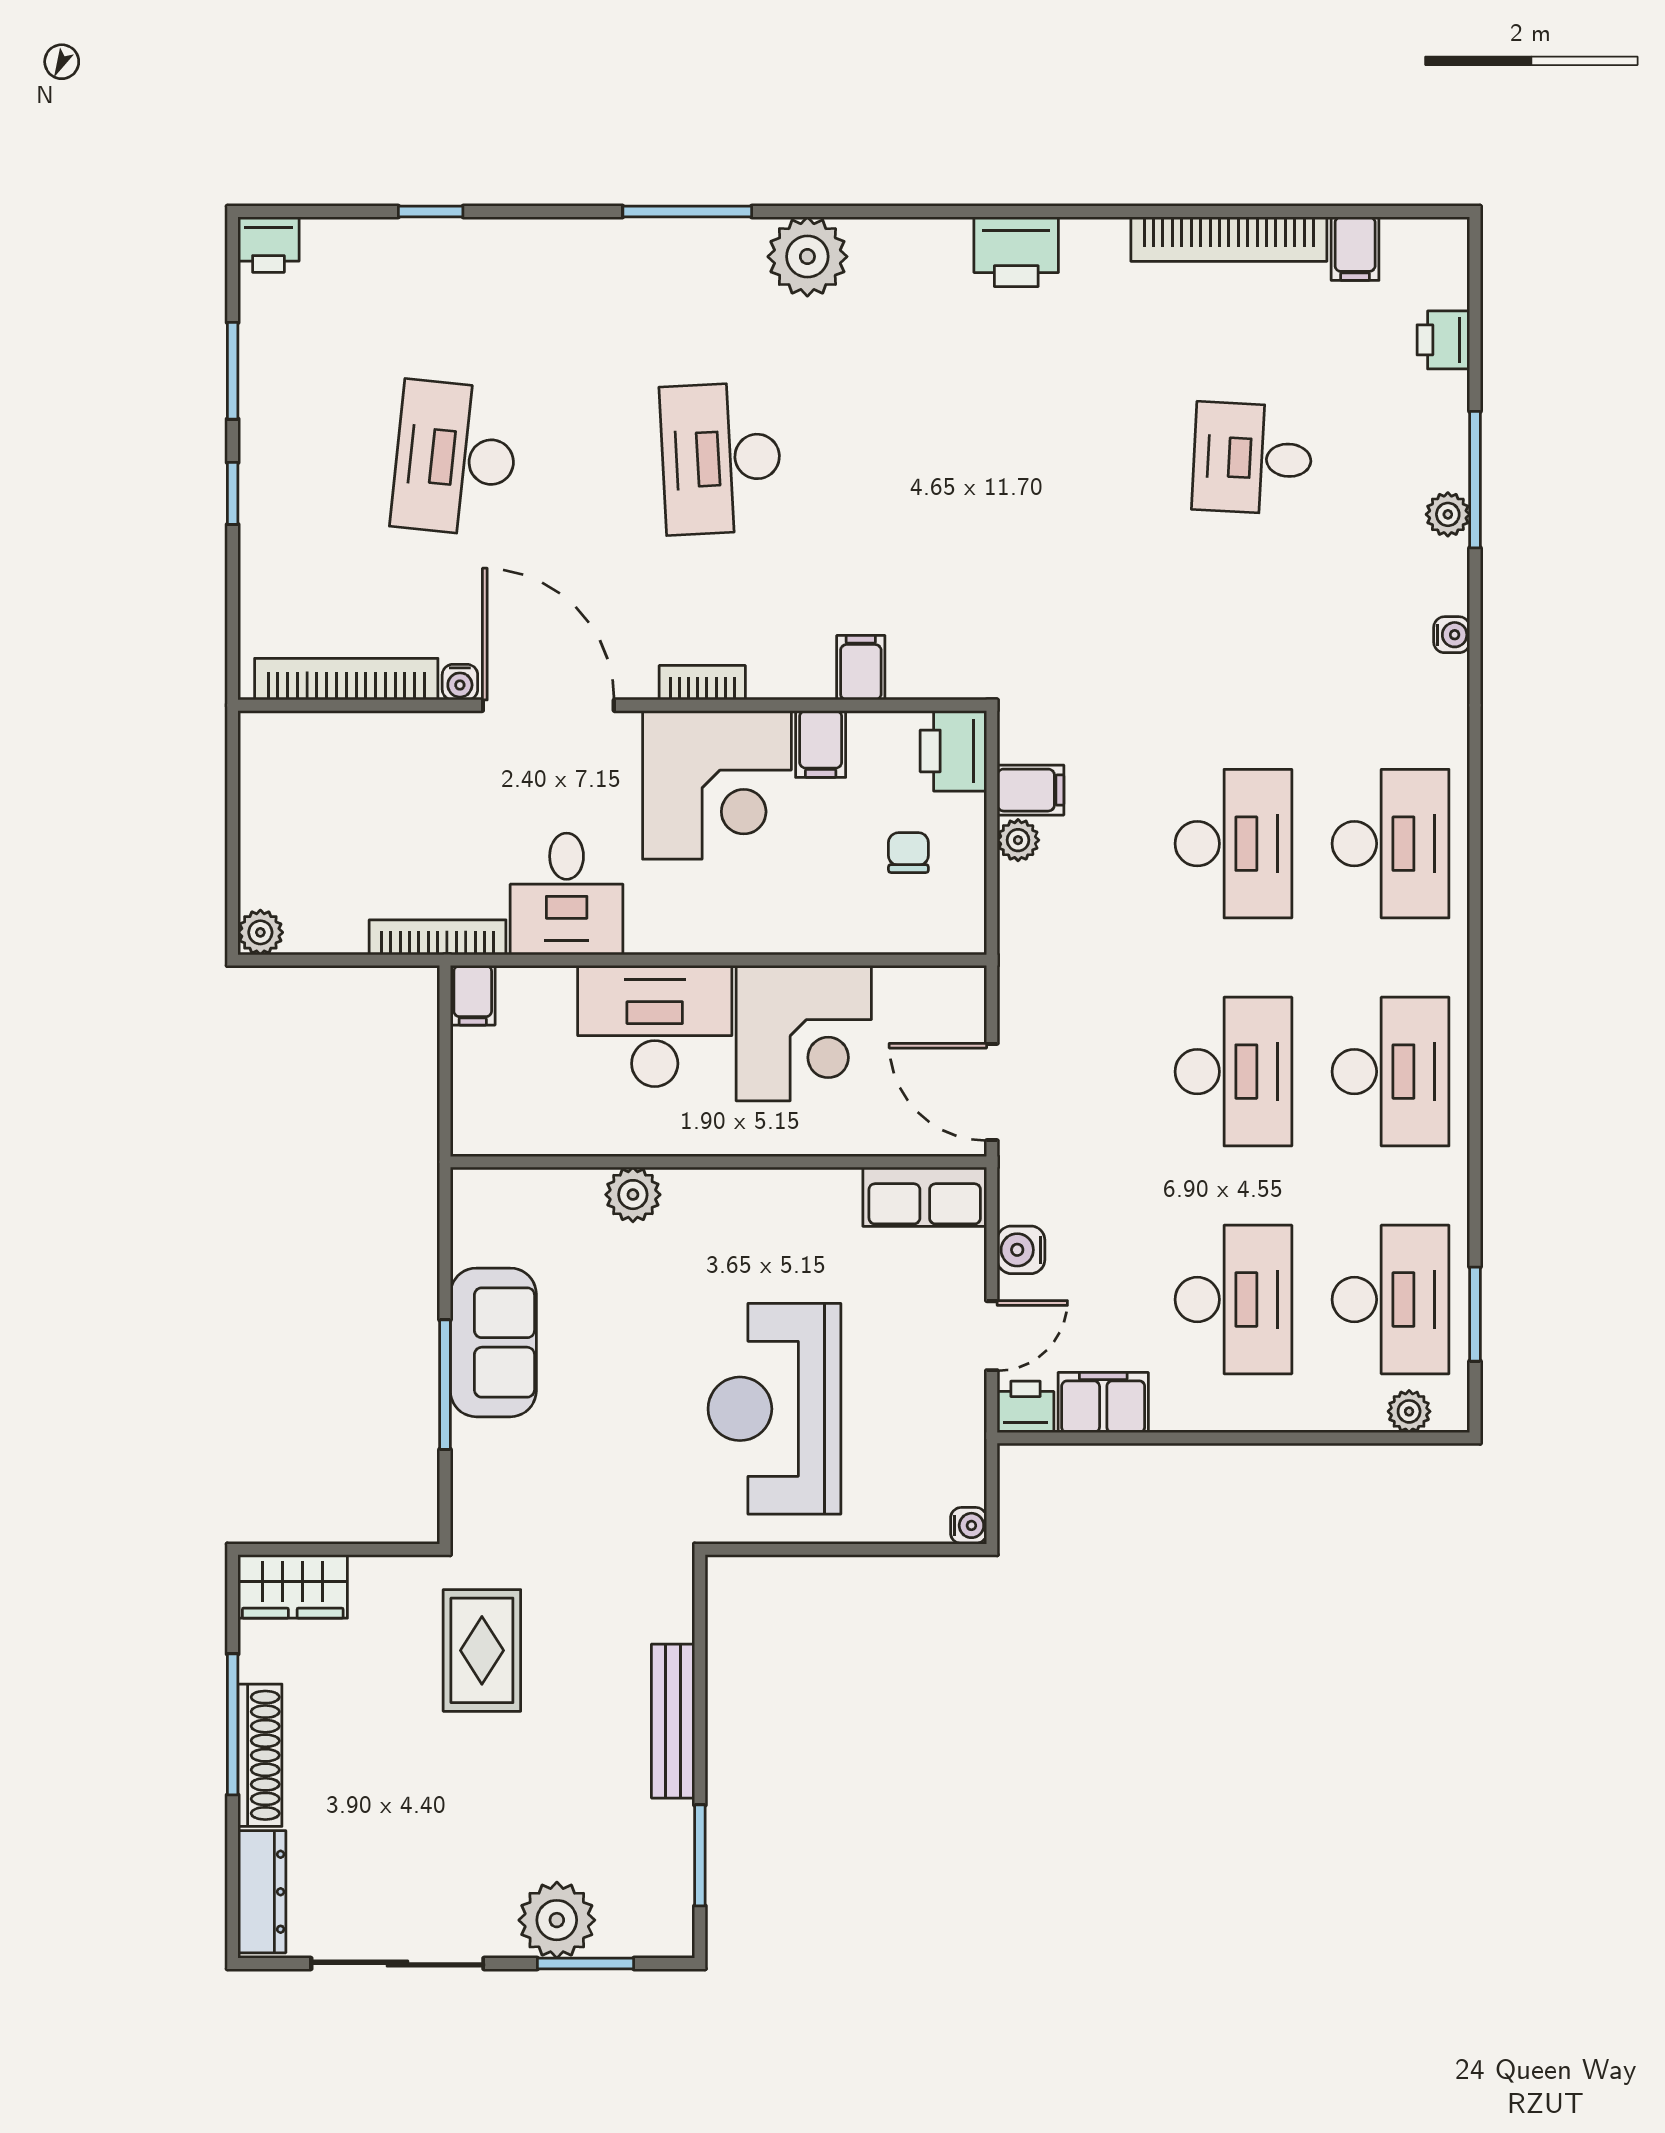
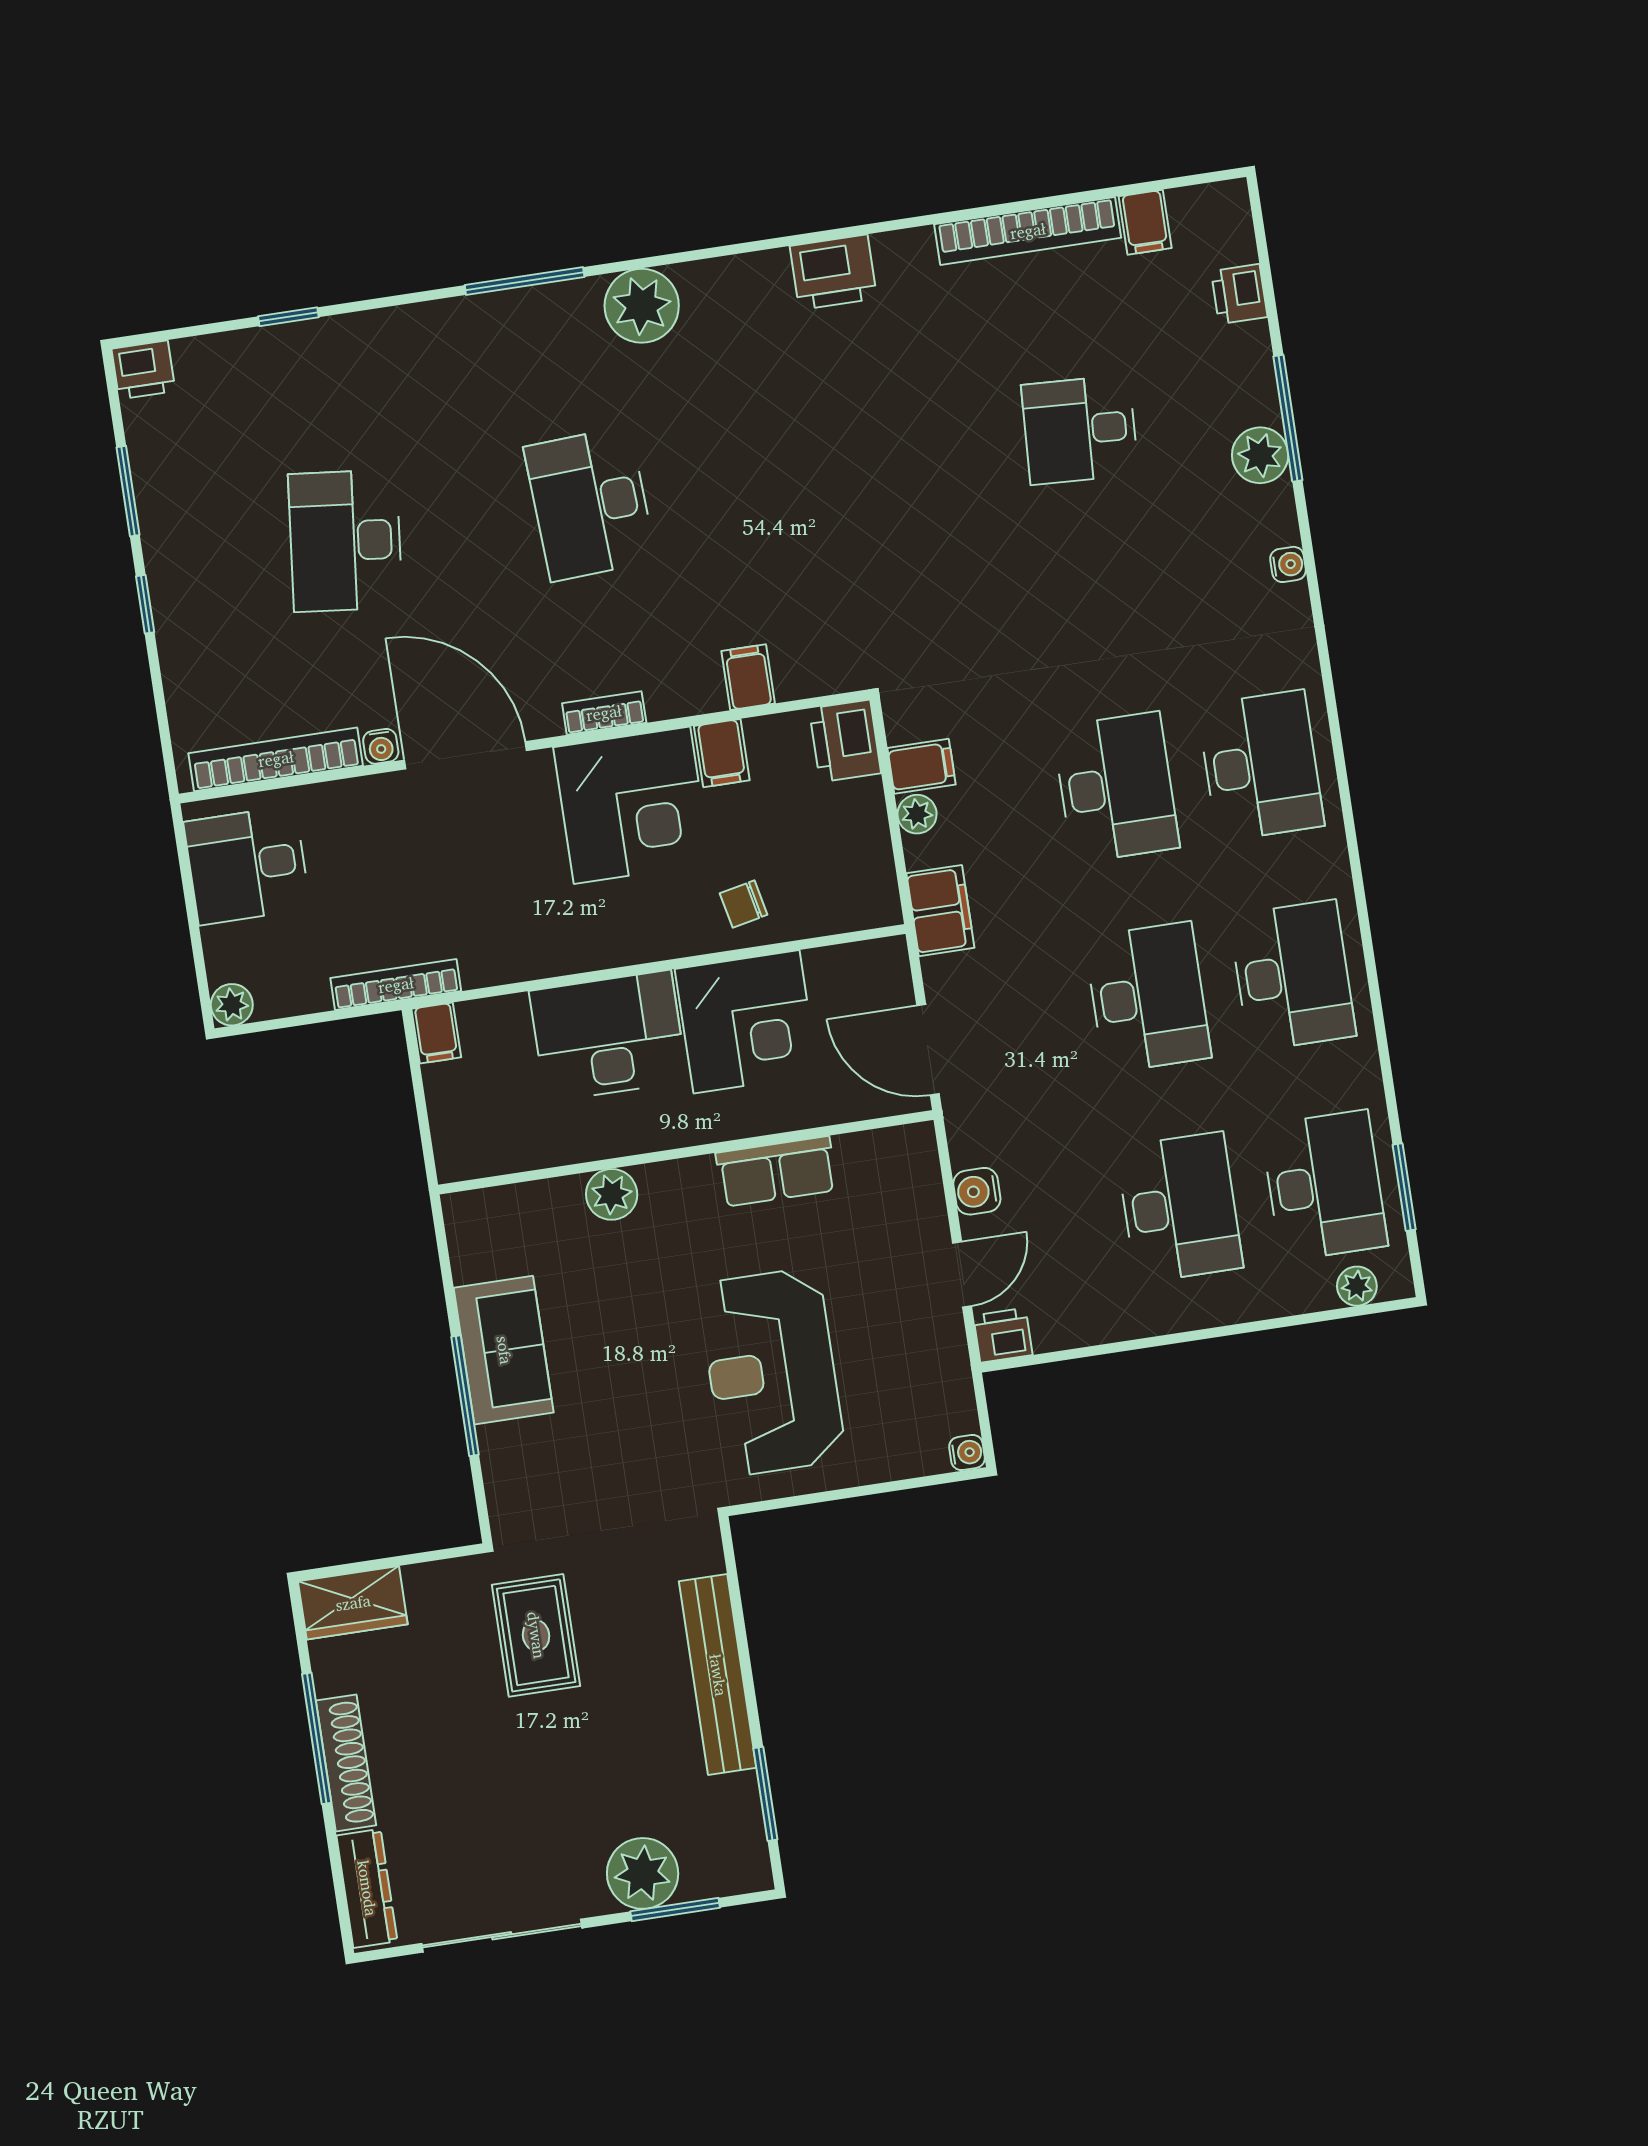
plant: (1448, 514) -> (1260, 455), width x1.38, depth x1.38
chair: (908, 853) -> (744, 904), moved, turned -102
desk: (567, 894) -> (247, 865), moved, turned 90
row of seats: (925, 1197) -> (776, 1171), moved
filing cabinet: (1103, 1403) -> (940, 911), moved, turned 90
bench: (673, 1721) -> (718, 1675), width x1.37, depth x1.21

